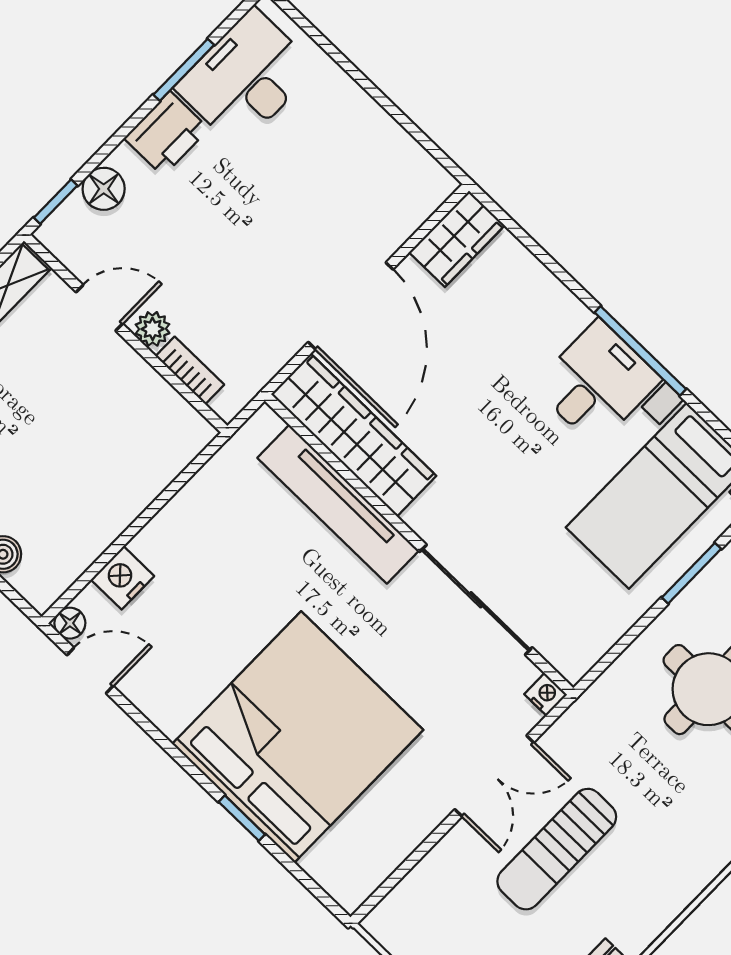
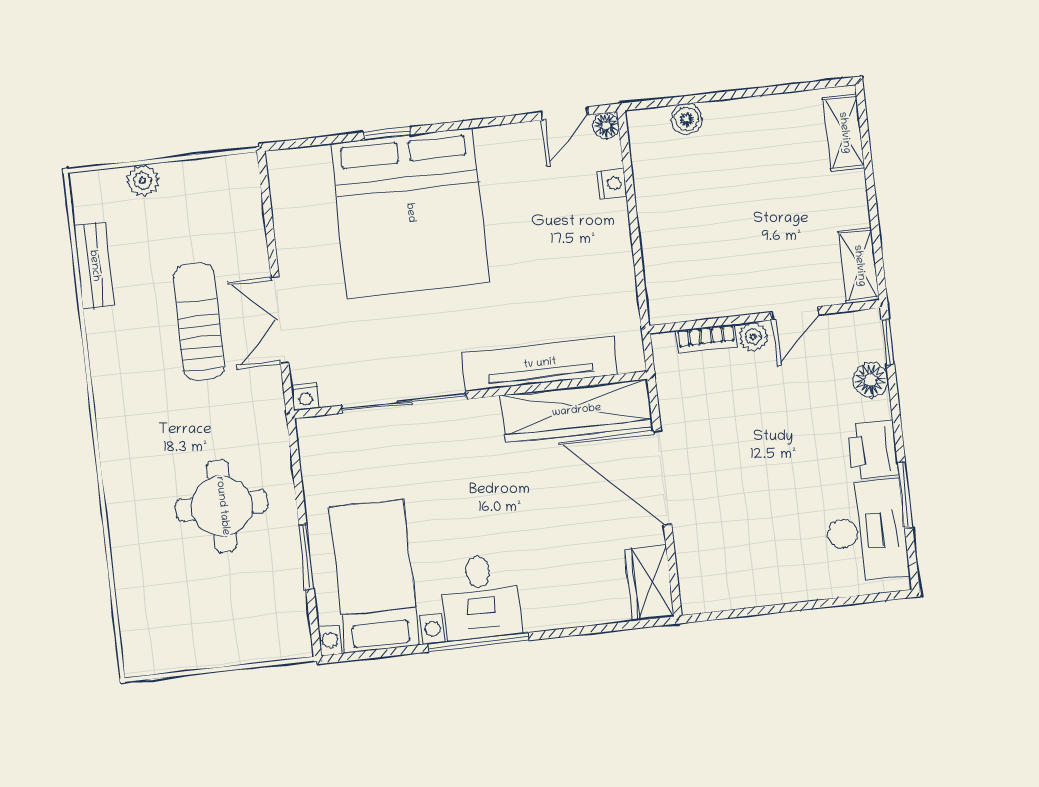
nightstand: (122, 578) -> (612, 184), width x0.72, depth x0.74

